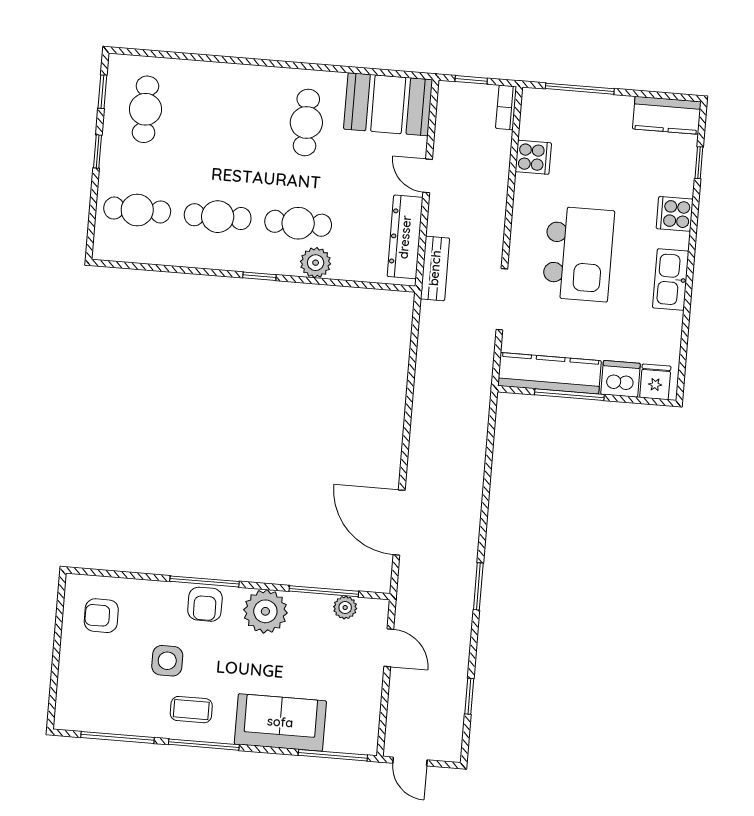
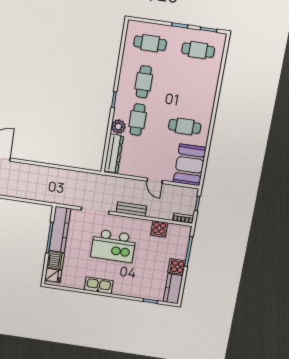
door: (428, 176) -> (155, 181), swing flipped
cafe table: (137, 210) -> (150, 43), turned 90
cooker: (675, 214) -> (177, 267), moved, turned -90
dresser: (405, 237) -> (114, 153), moved, turned 90
bench: (435, 268) -> (131, 209), moved

